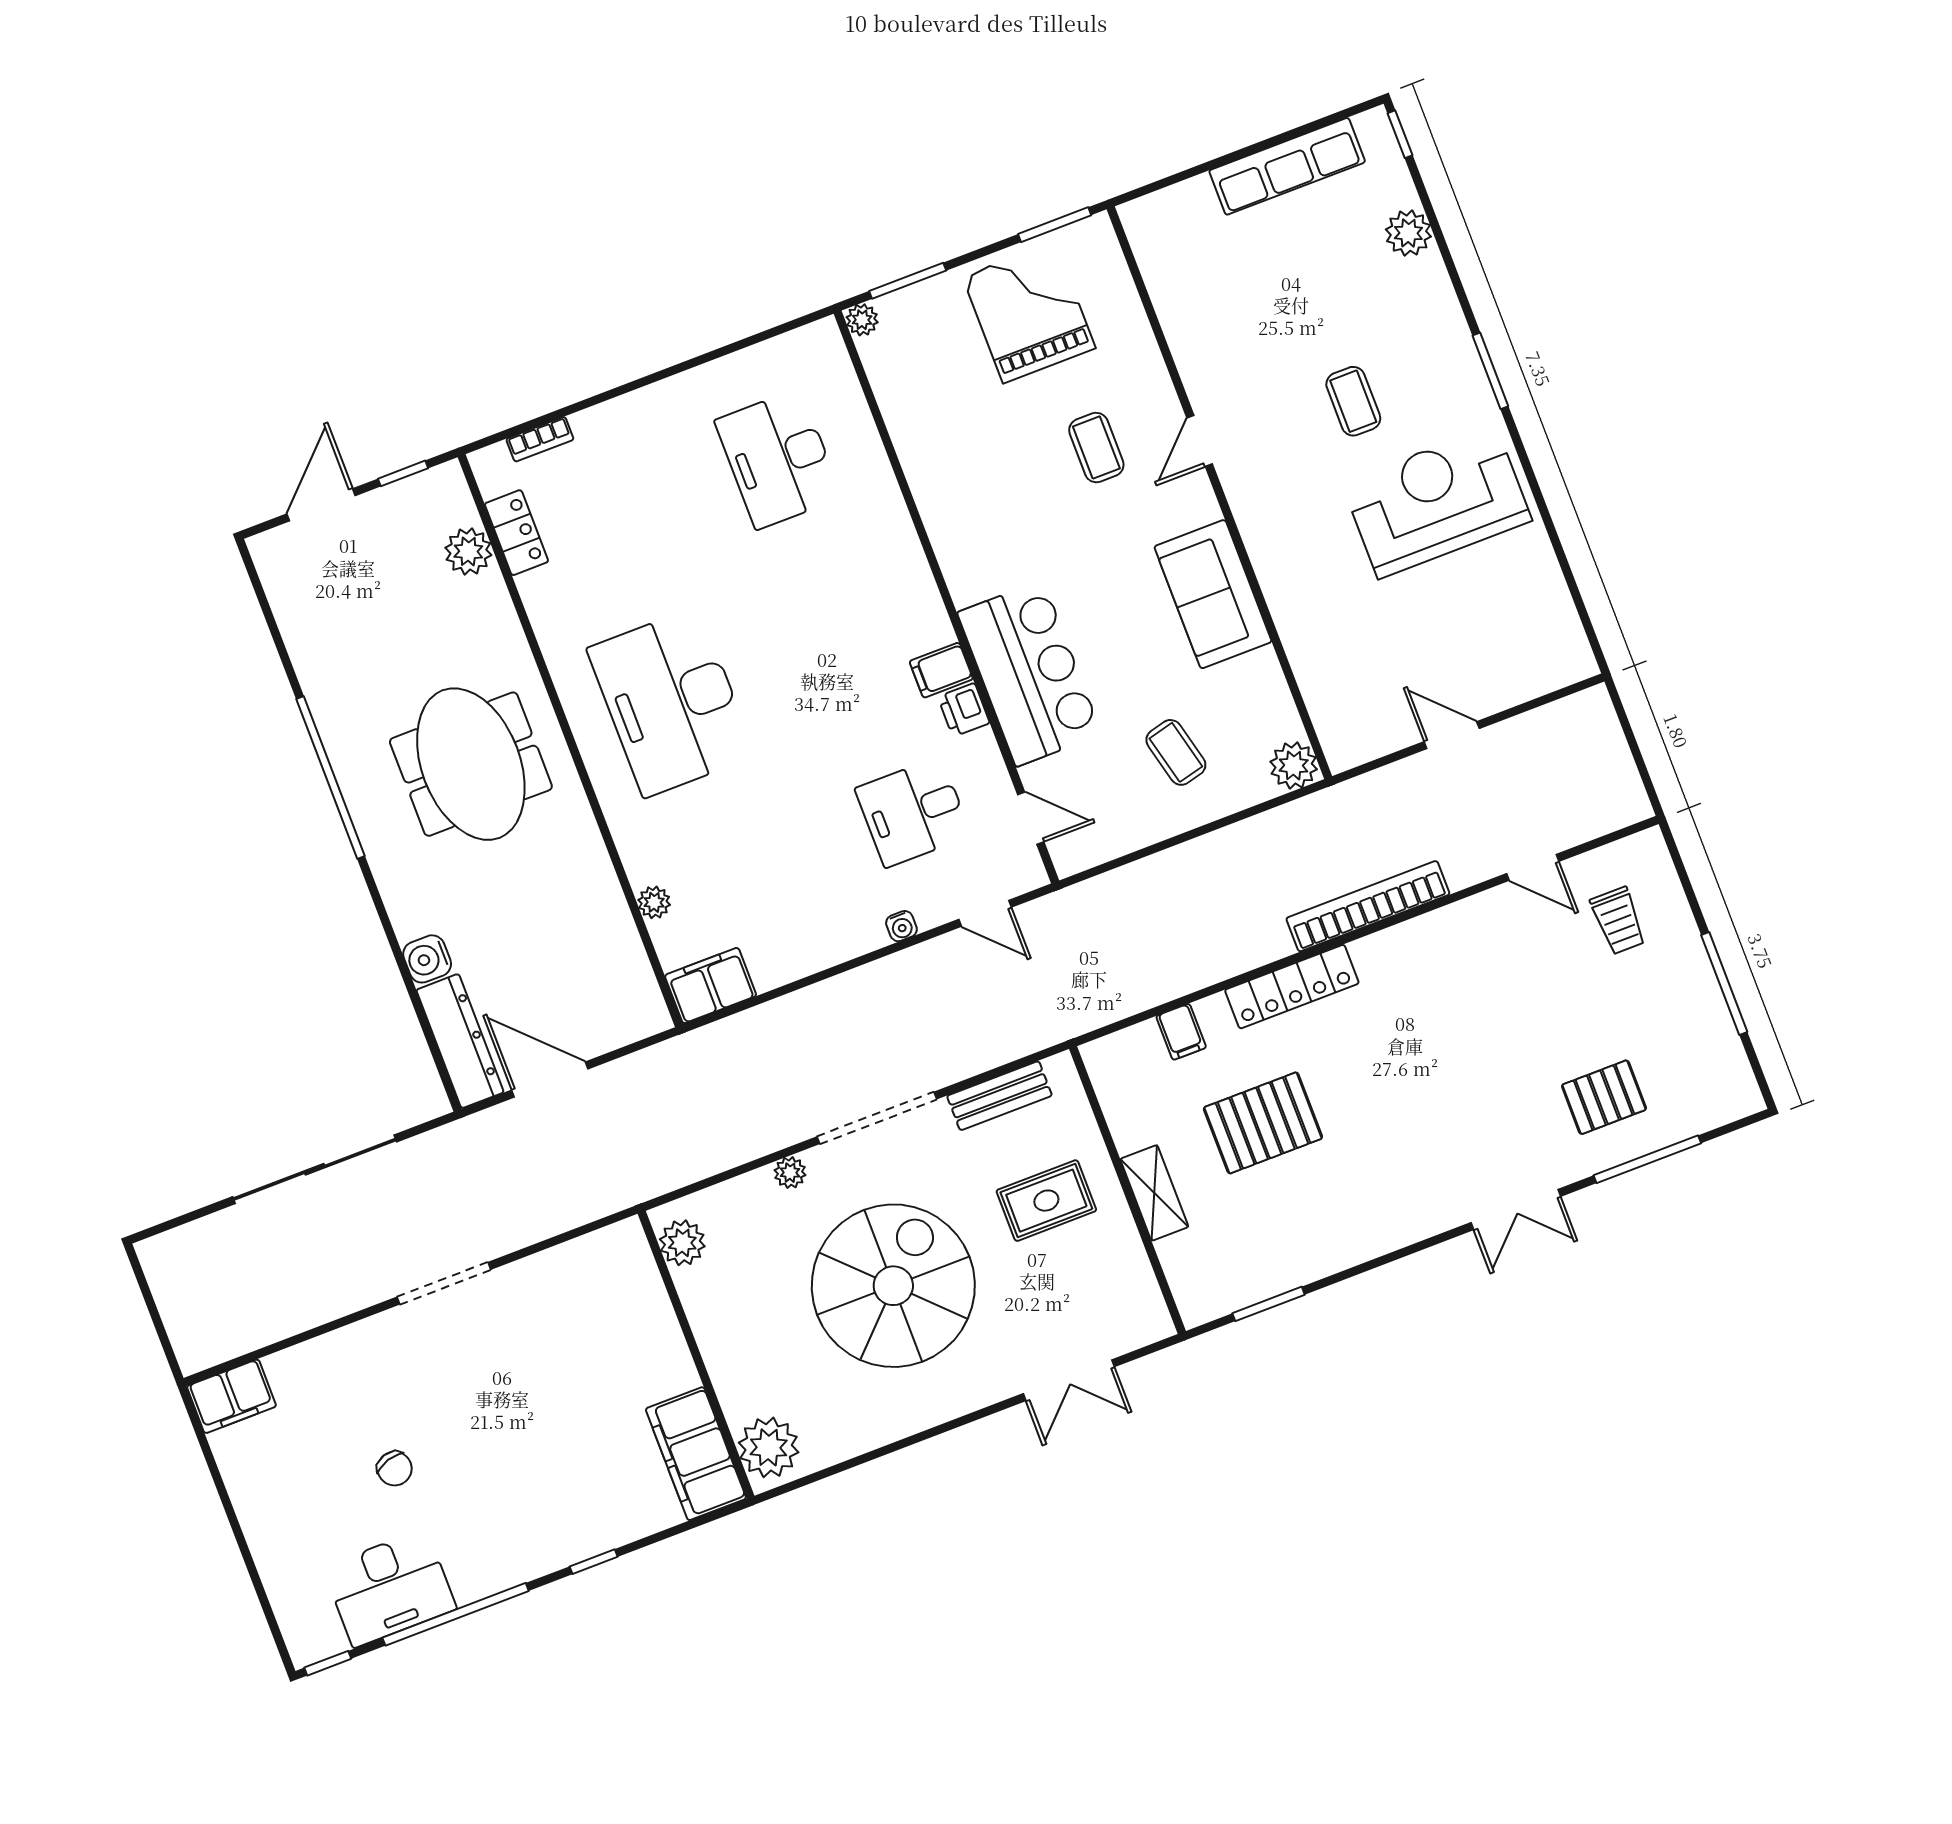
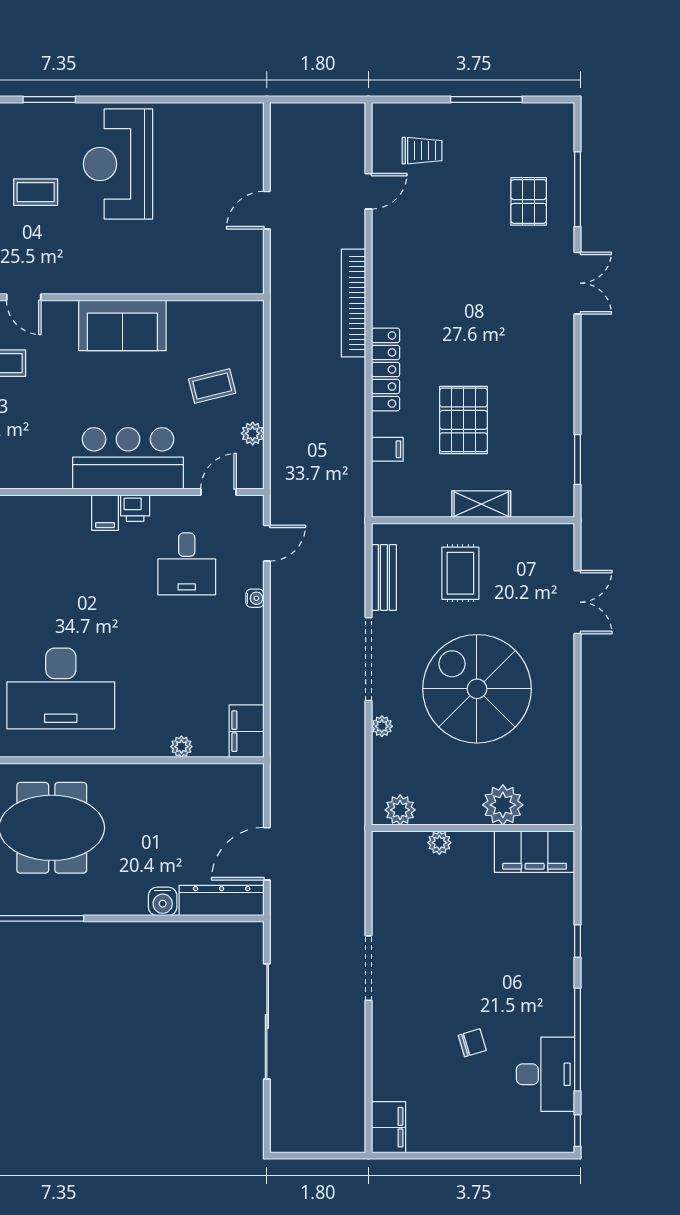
plant: (1294, 765) -> (253, 433), moved, width x0.73, depth x0.73
plant: (657, 1315) -> (439, 843), added
plant: (769, 1447) -> (503, 805), moved

